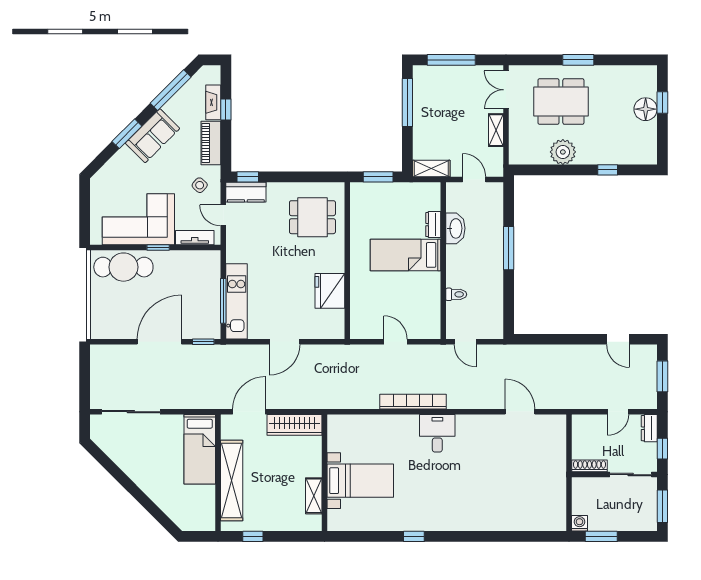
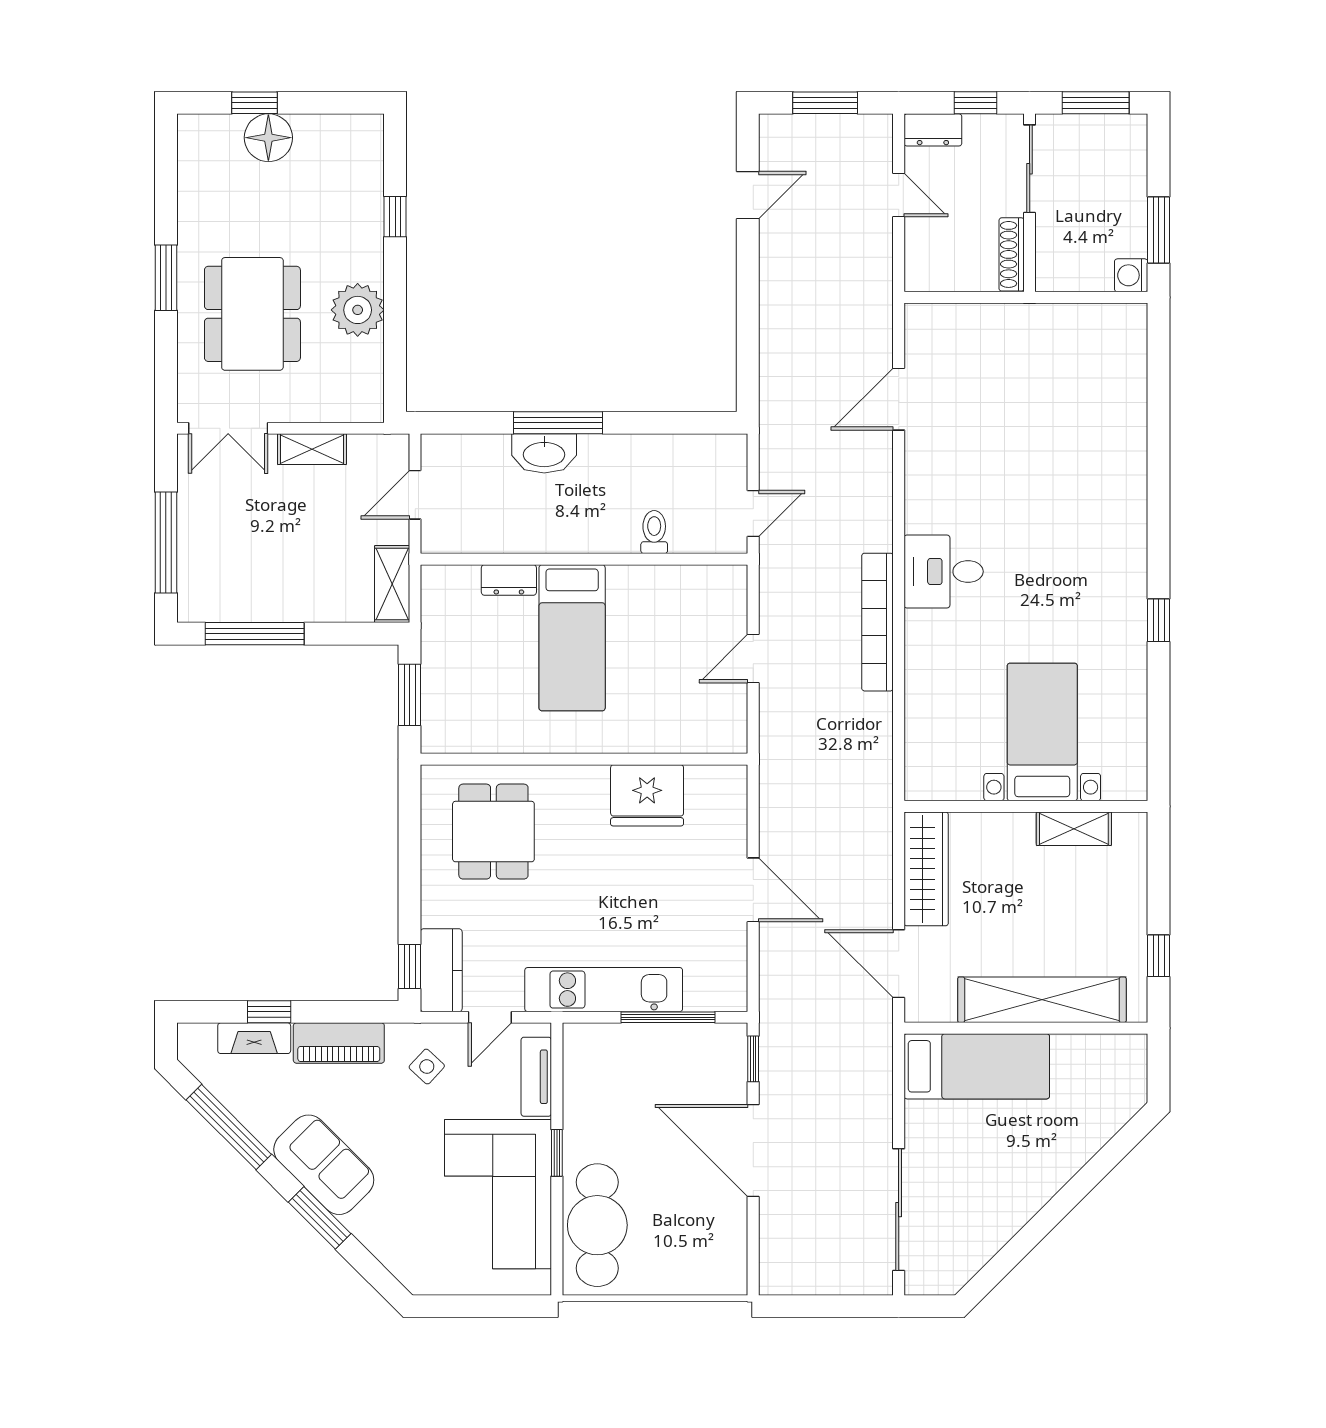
washbasin: (455, 228) -> (544, 453), moved, turned 180
kitchen unit: (237, 301) -> (604, 990), moved

